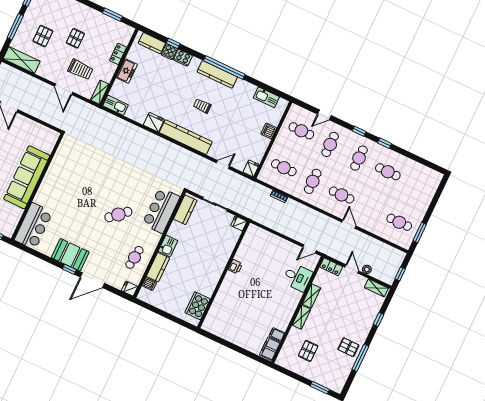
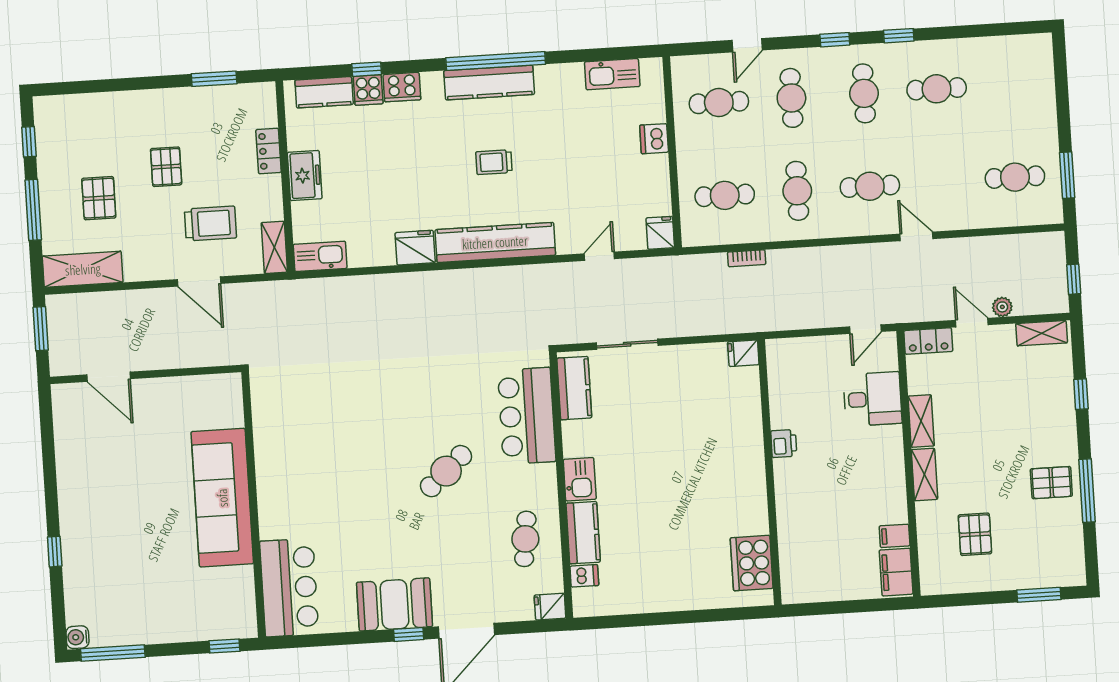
fridge: (239, 223) -> (743, 353), moved
printer: (235, 267) -> (784, 444), moved
wall: (224, 275) -> (770, 472), moved
cooker: (198, 306) -> (752, 563), moved

